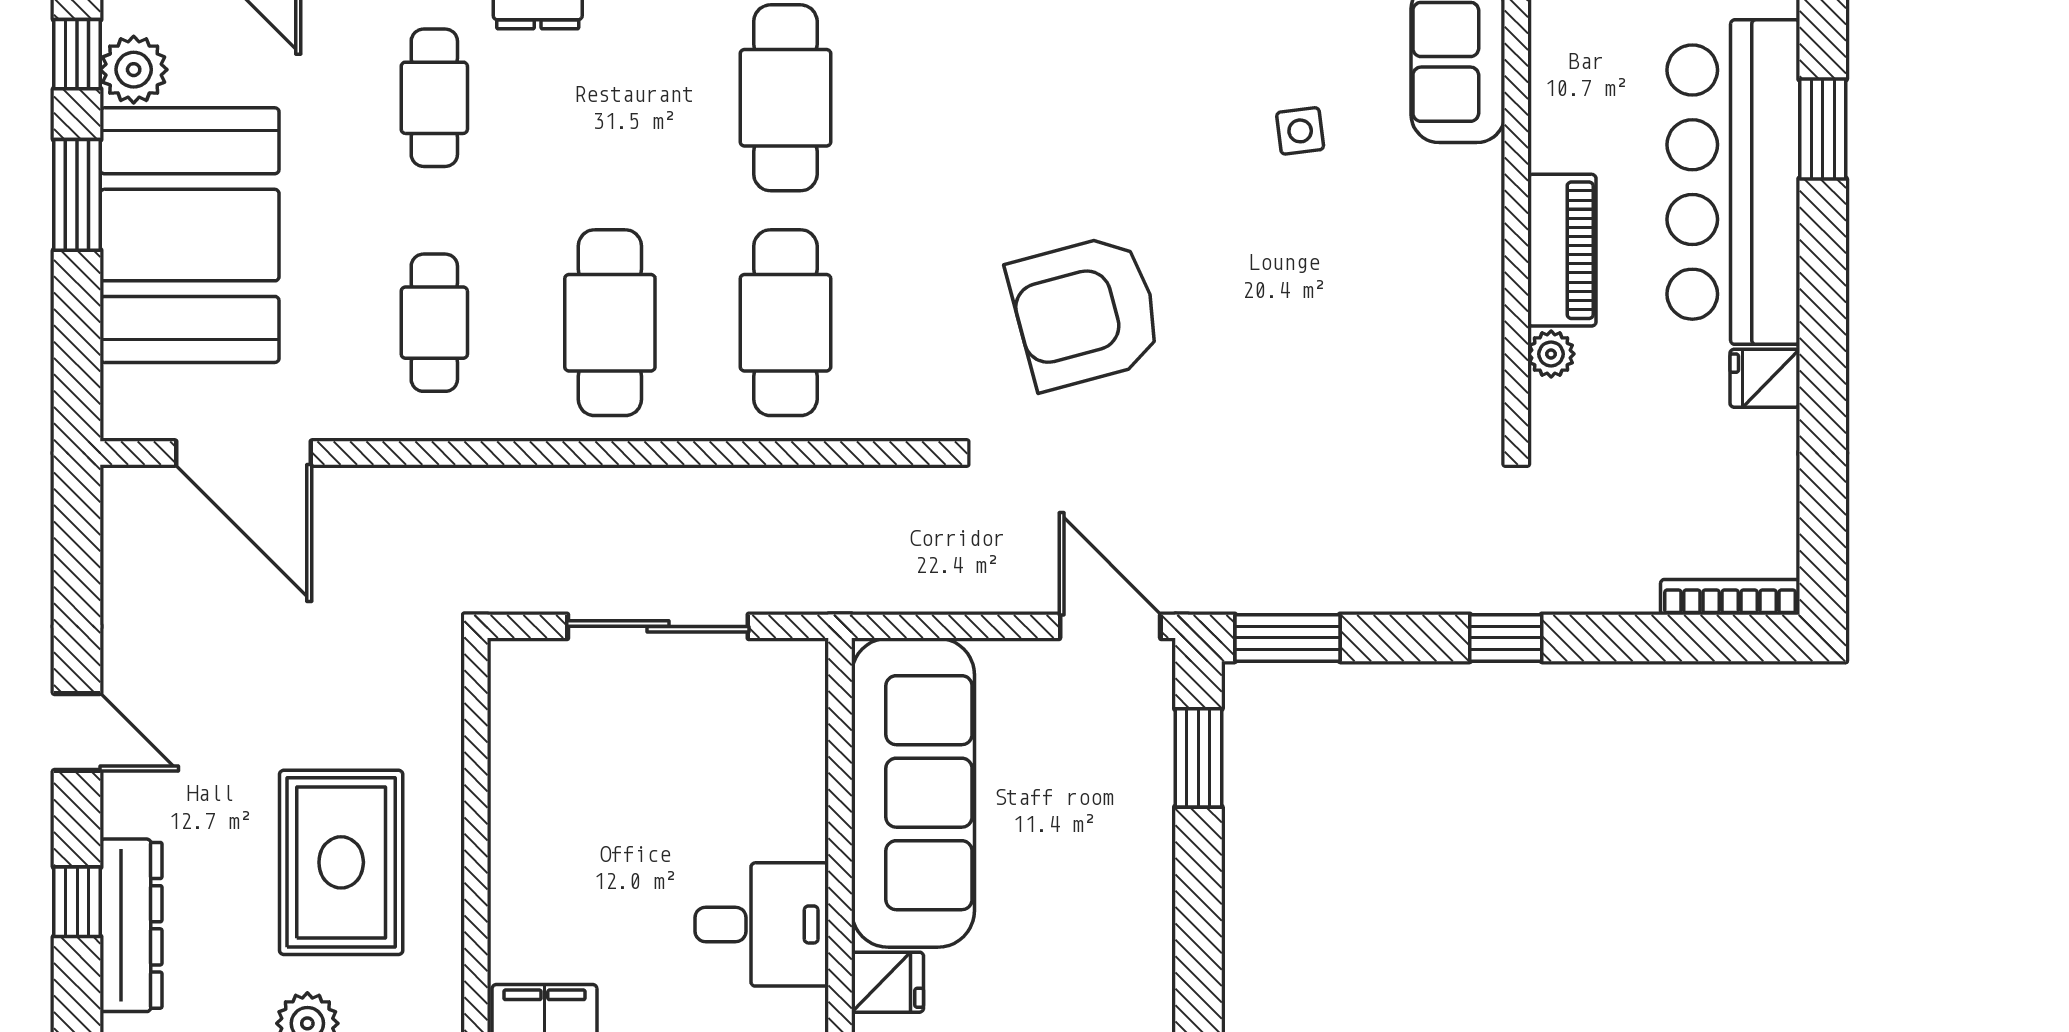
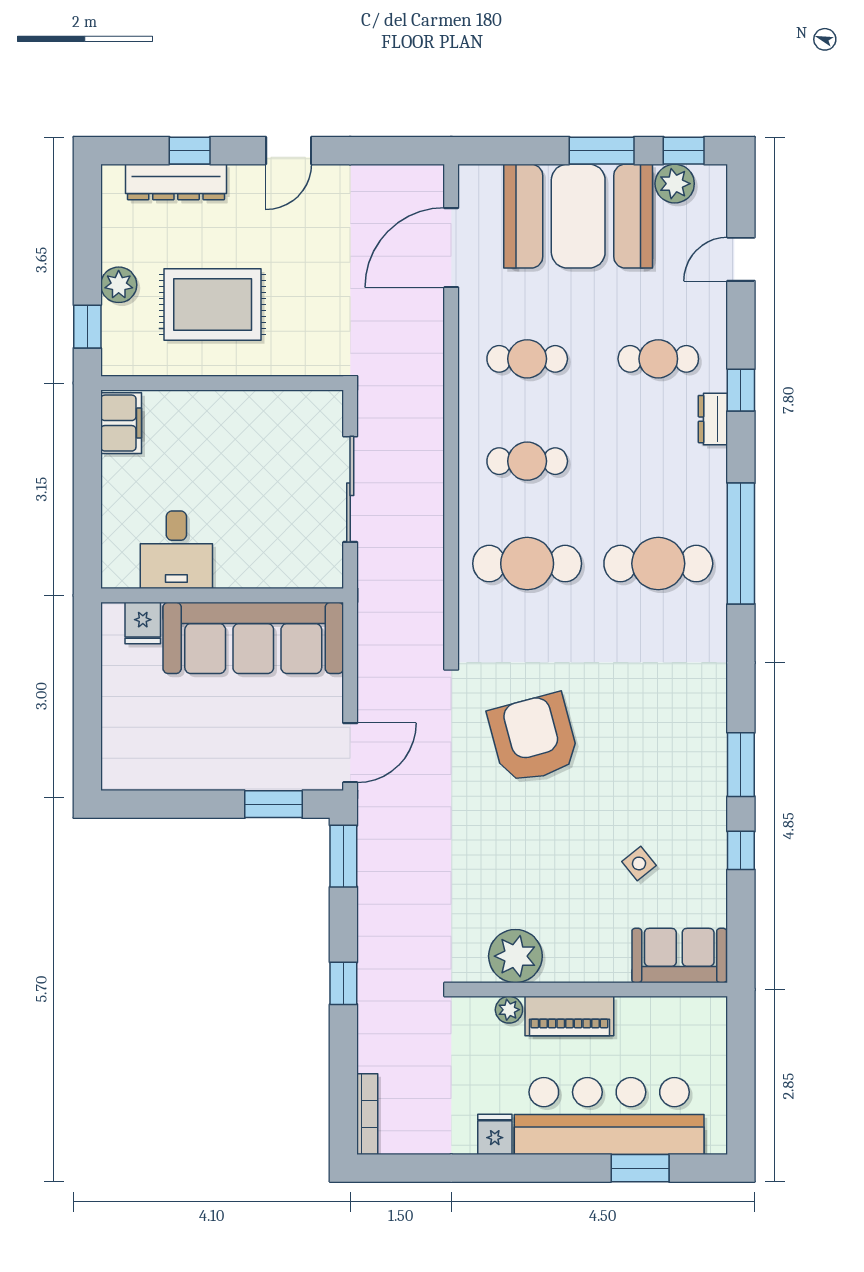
side table: (1300, 131) -> (639, 863), turned -32
cafe table: (610, 323) -> (527, 461), width x0.73, depth x0.74
plant: (1459, 343) -> (515, 956), added

